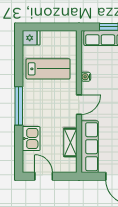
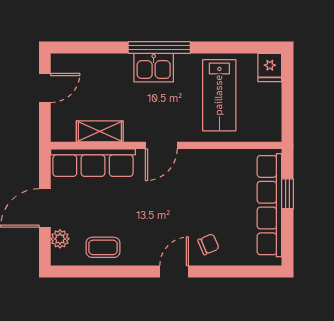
water cooler: (86, 77) -> (207, 157), removed
door: (79, 105) -> (161, 145), hinge flipped
kitchen sink: (31, 139) -> (154, 68), moved

